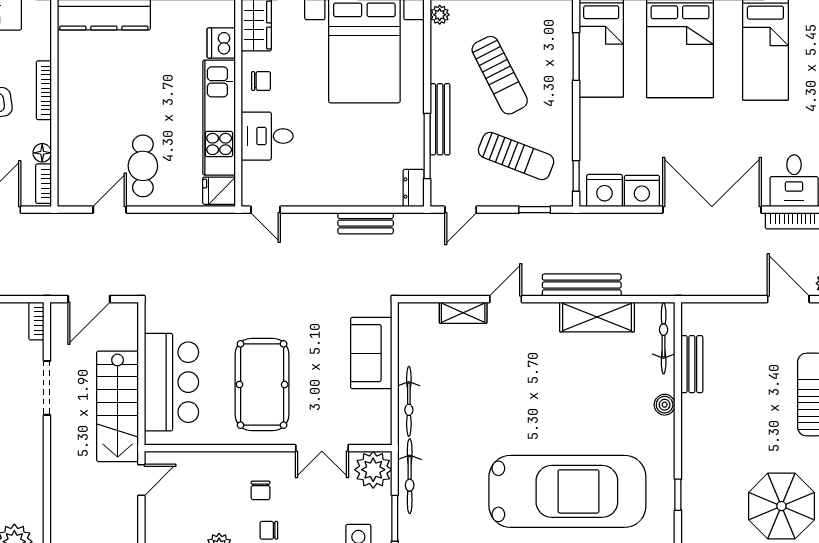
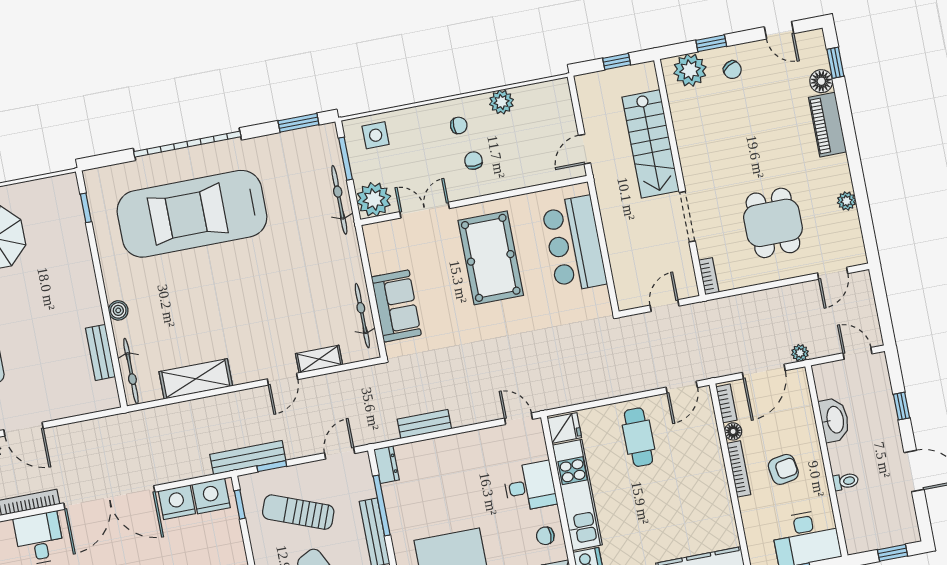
bookcase: (44, 90) -> (739, 469), moved
door: (110, 210) -> (682, 387), moved
bench: (582, 285) -> (248, 458), moved
door: (89, 299) -> (664, 306), width x0.73
bicycle: (409, 401) -> (362, 316), moved
stairs: (118, 406) -> (651, 144), moved, turned 180
window: (678, 495) -> (86, 208), moved

